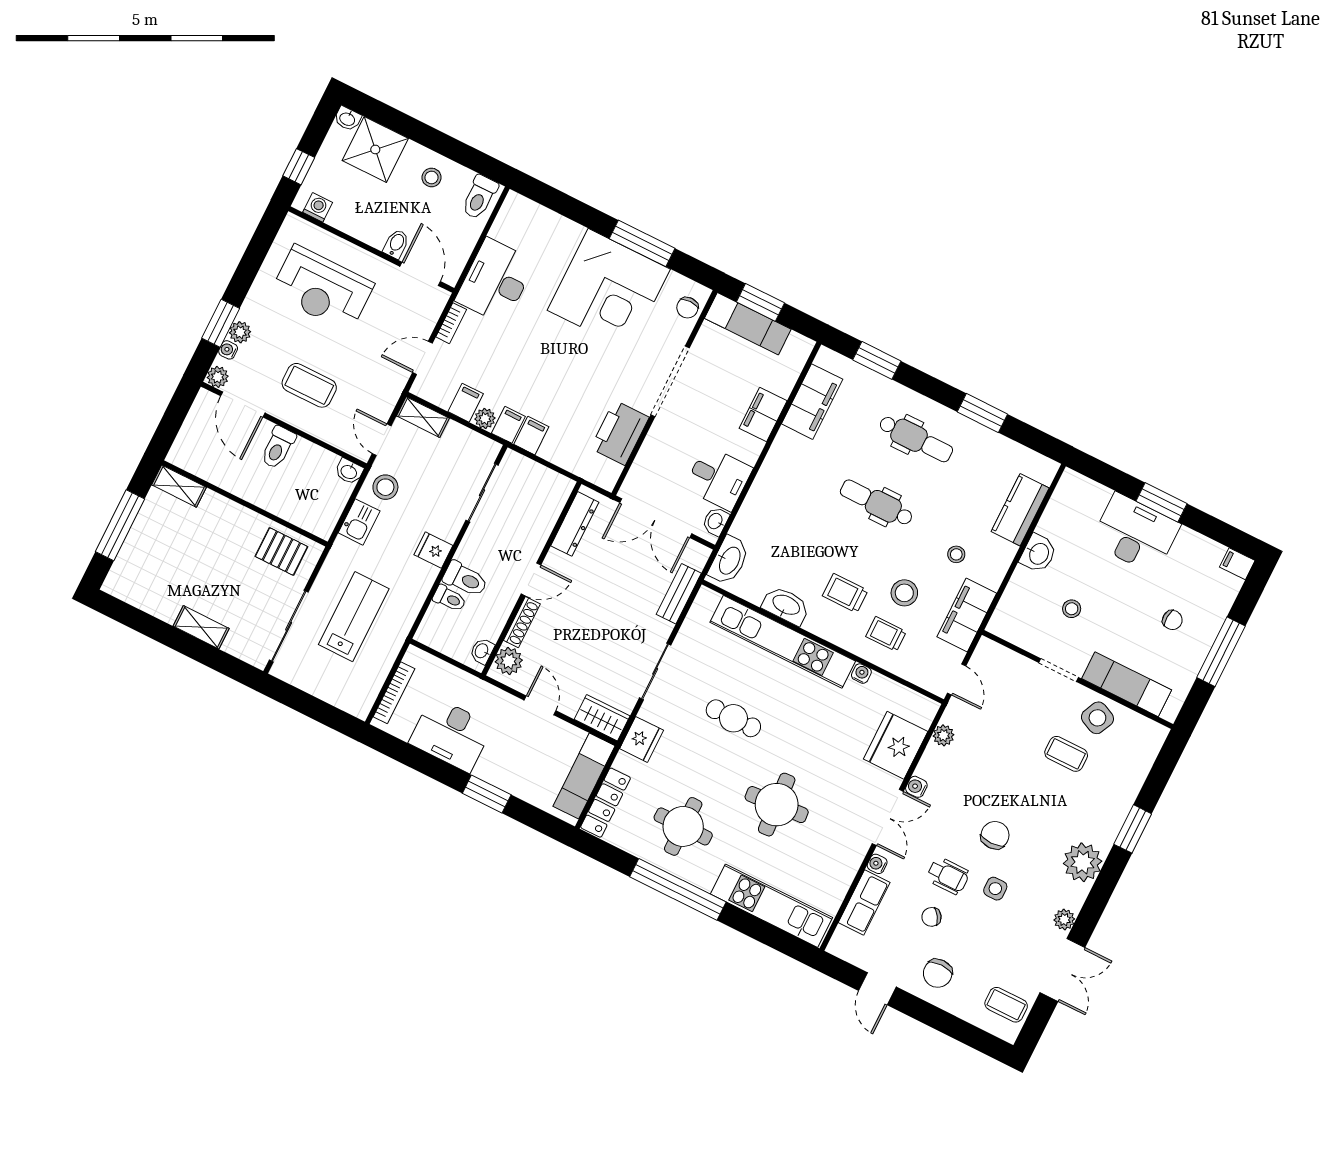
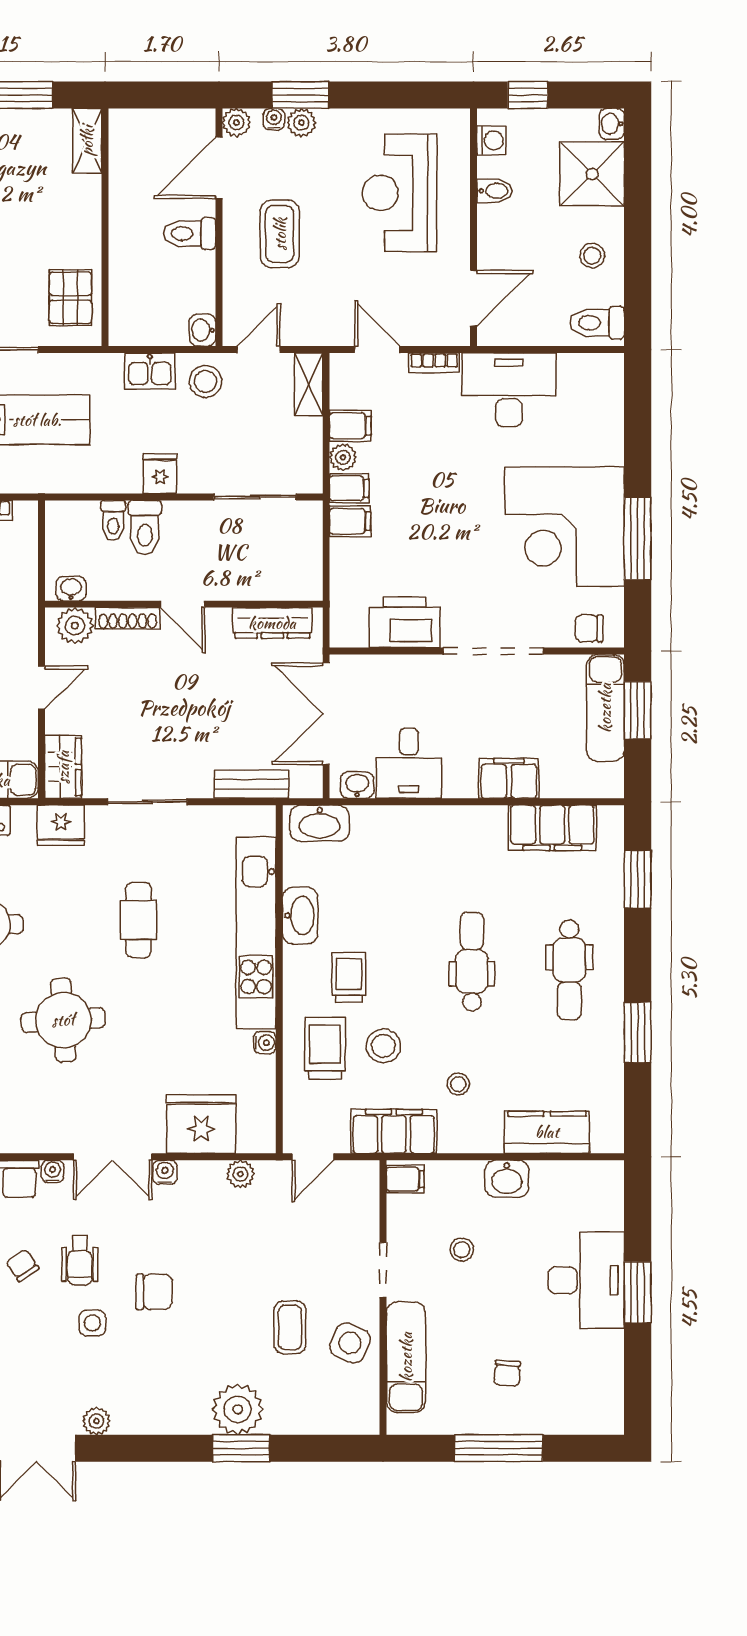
bidet: (396, 244) -> (494, 191), moved
filing cabinet: (1237, 564) -> (405, 1179), moved, turned 90
trolley: (886, 634) -> (325, 1048), width x1.36, depth x1.39
plant: (1083, 862) -> (238, 1409), moved

